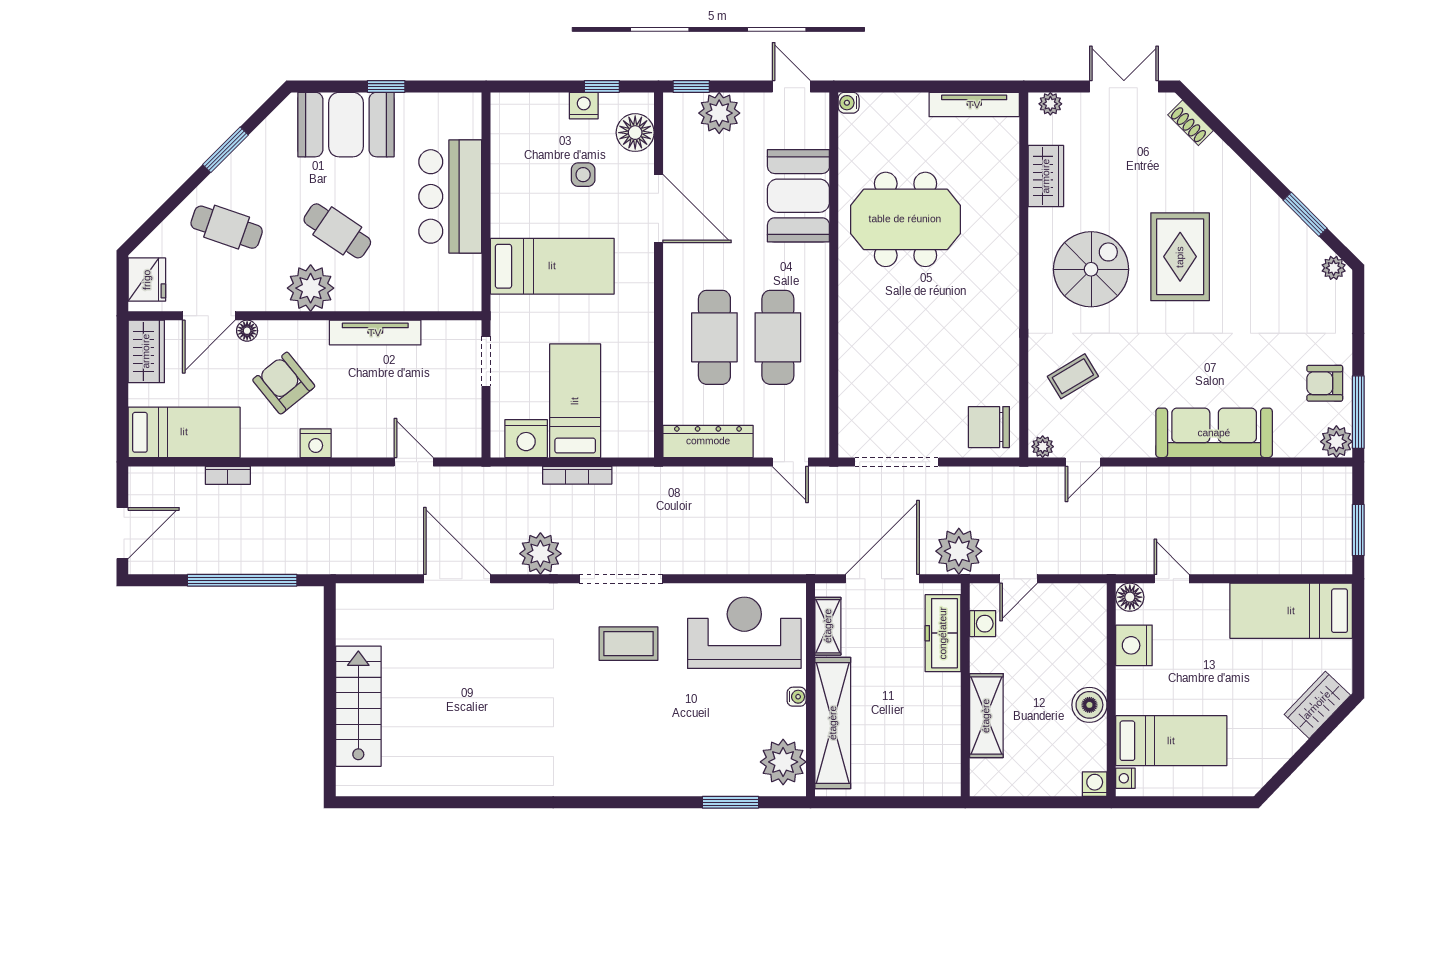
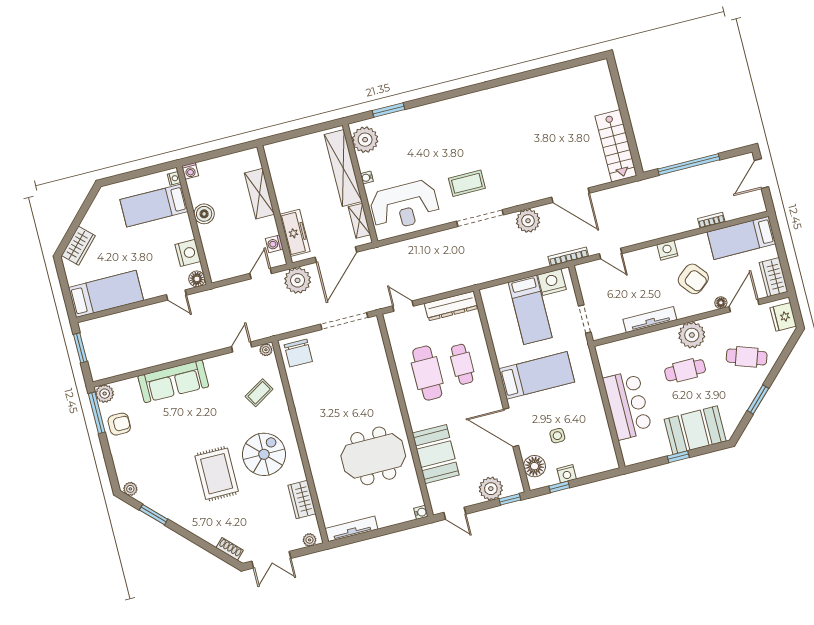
cafe table: (337, 231) -> (685, 370), turned -34
bed: (552, 266) -> (537, 375), moved, turned 180
spiral stairs: (1091, 269) -> (264, 454), turned 180
cafe table: (714, 337) -> (462, 364), width x0.73, depth x0.74
chair: (989, 427) -> (298, 353), turned 90
bookcase: (577, 475) -> (568, 257), moved
stairs: (358, 706) -> (616, 146), moved

